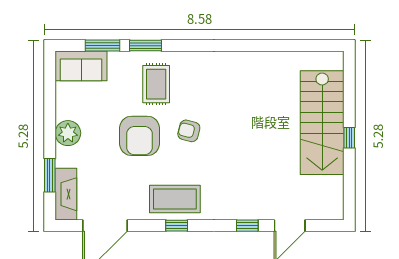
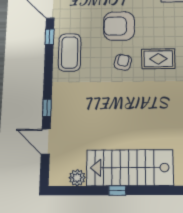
rug: (156, 84) -> (158, 59), moved
plant: (334, 186) -> (77, 178), added
window: (177, 226) -> (50, 37), moved

